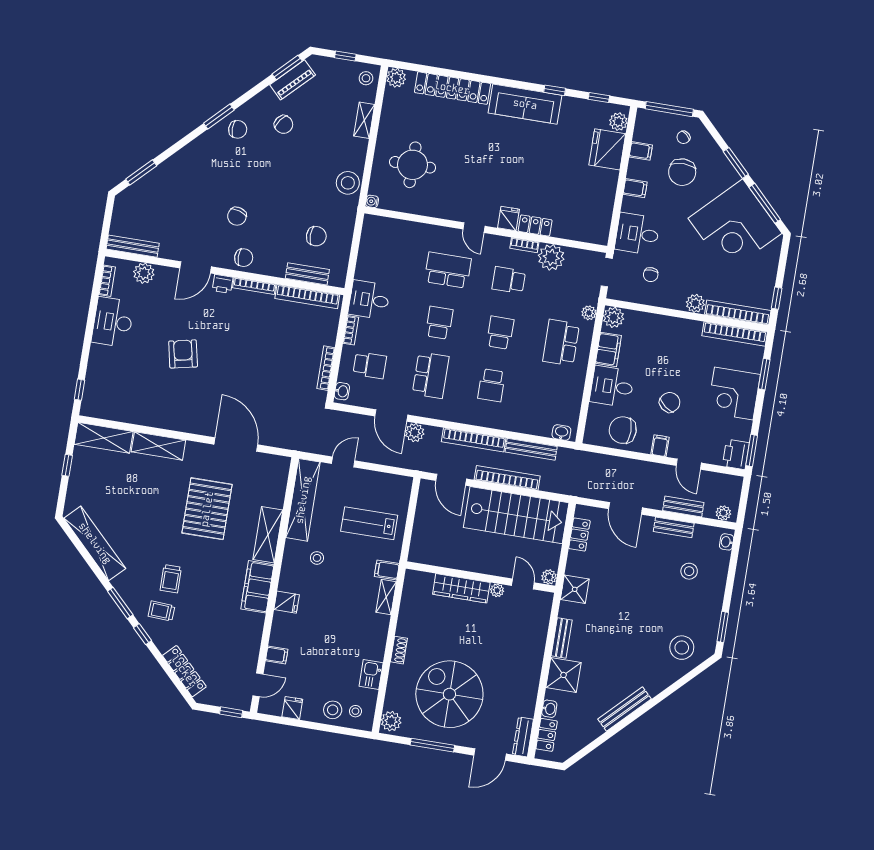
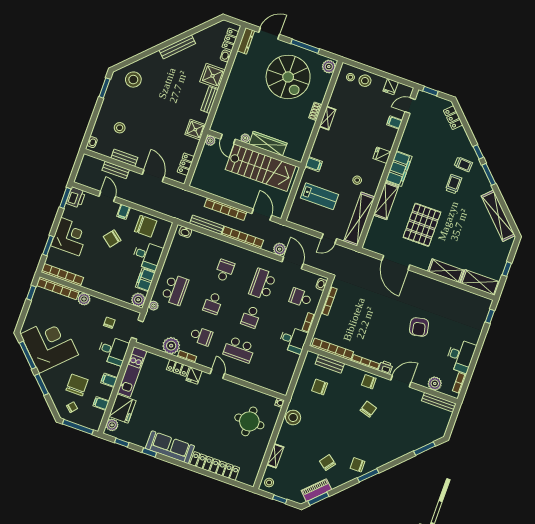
plant: (396, 78) -> (250, 479), removed
kitchen unit: (603, 207) -> (132, 372), added
plant: (723, 513) -> (91, 161), removed
stairs: (516, 515) -> (261, 168), moved, turned 180
shelving: (386, 597) -> (328, 118), moved
locker: (184, 671) -> (453, 118), width x0.66
kitchen sink: (371, 674) -> (336, 99), removed

